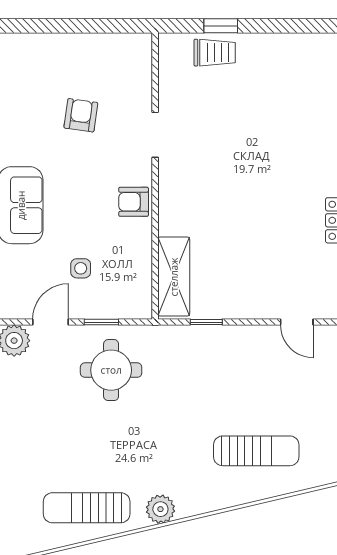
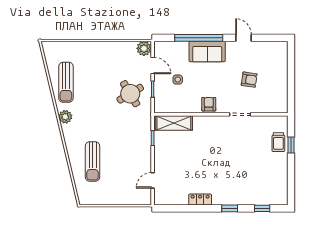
round table: (111, 370) -> (130, 94), turned -31
sun lounger: (87, 508) -> (66, 82), turned 180

